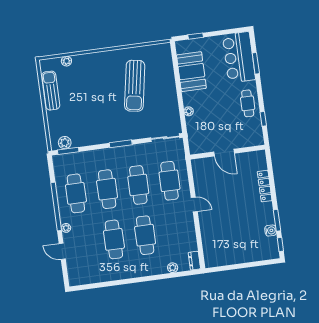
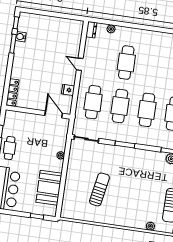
sun lounger: (135, 86) -> (99, 189), width x0.73, depth x0.75
door: (224, 153) -> (54, 114), moved
fridge: (201, 186) -> (68, 90), added
locker: (265, 186) -> (13, 92), moved
door: (194, 205) -> (80, 64), moved
cafe table: (114, 239) -> (153, 66), removed

